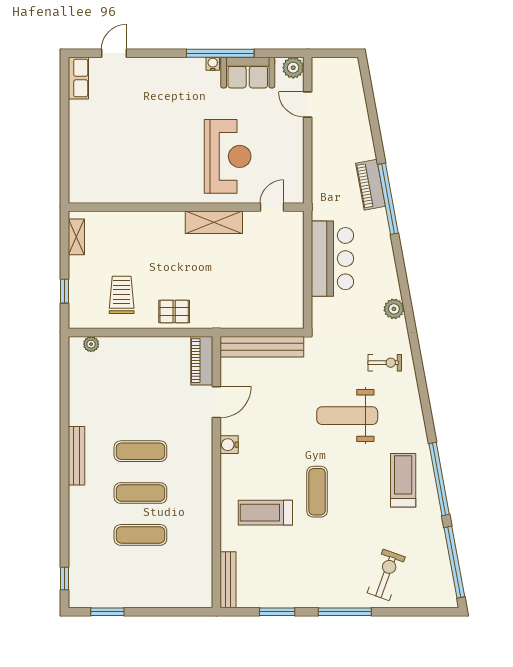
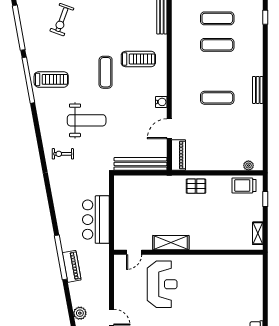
reception desk: (228, 156) -> (162, 284), turned 180
trolley: (122, 295) -> (244, 186), moved, turned 90
plant: (394, 309) -> (80, 313), moved
bench: (76, 456) -> (258, 90), width x0.73
treadmill: (403, 480) -> (51, 79), turned -90
exercise mat: (140, 493) -> (217, 18), moved

